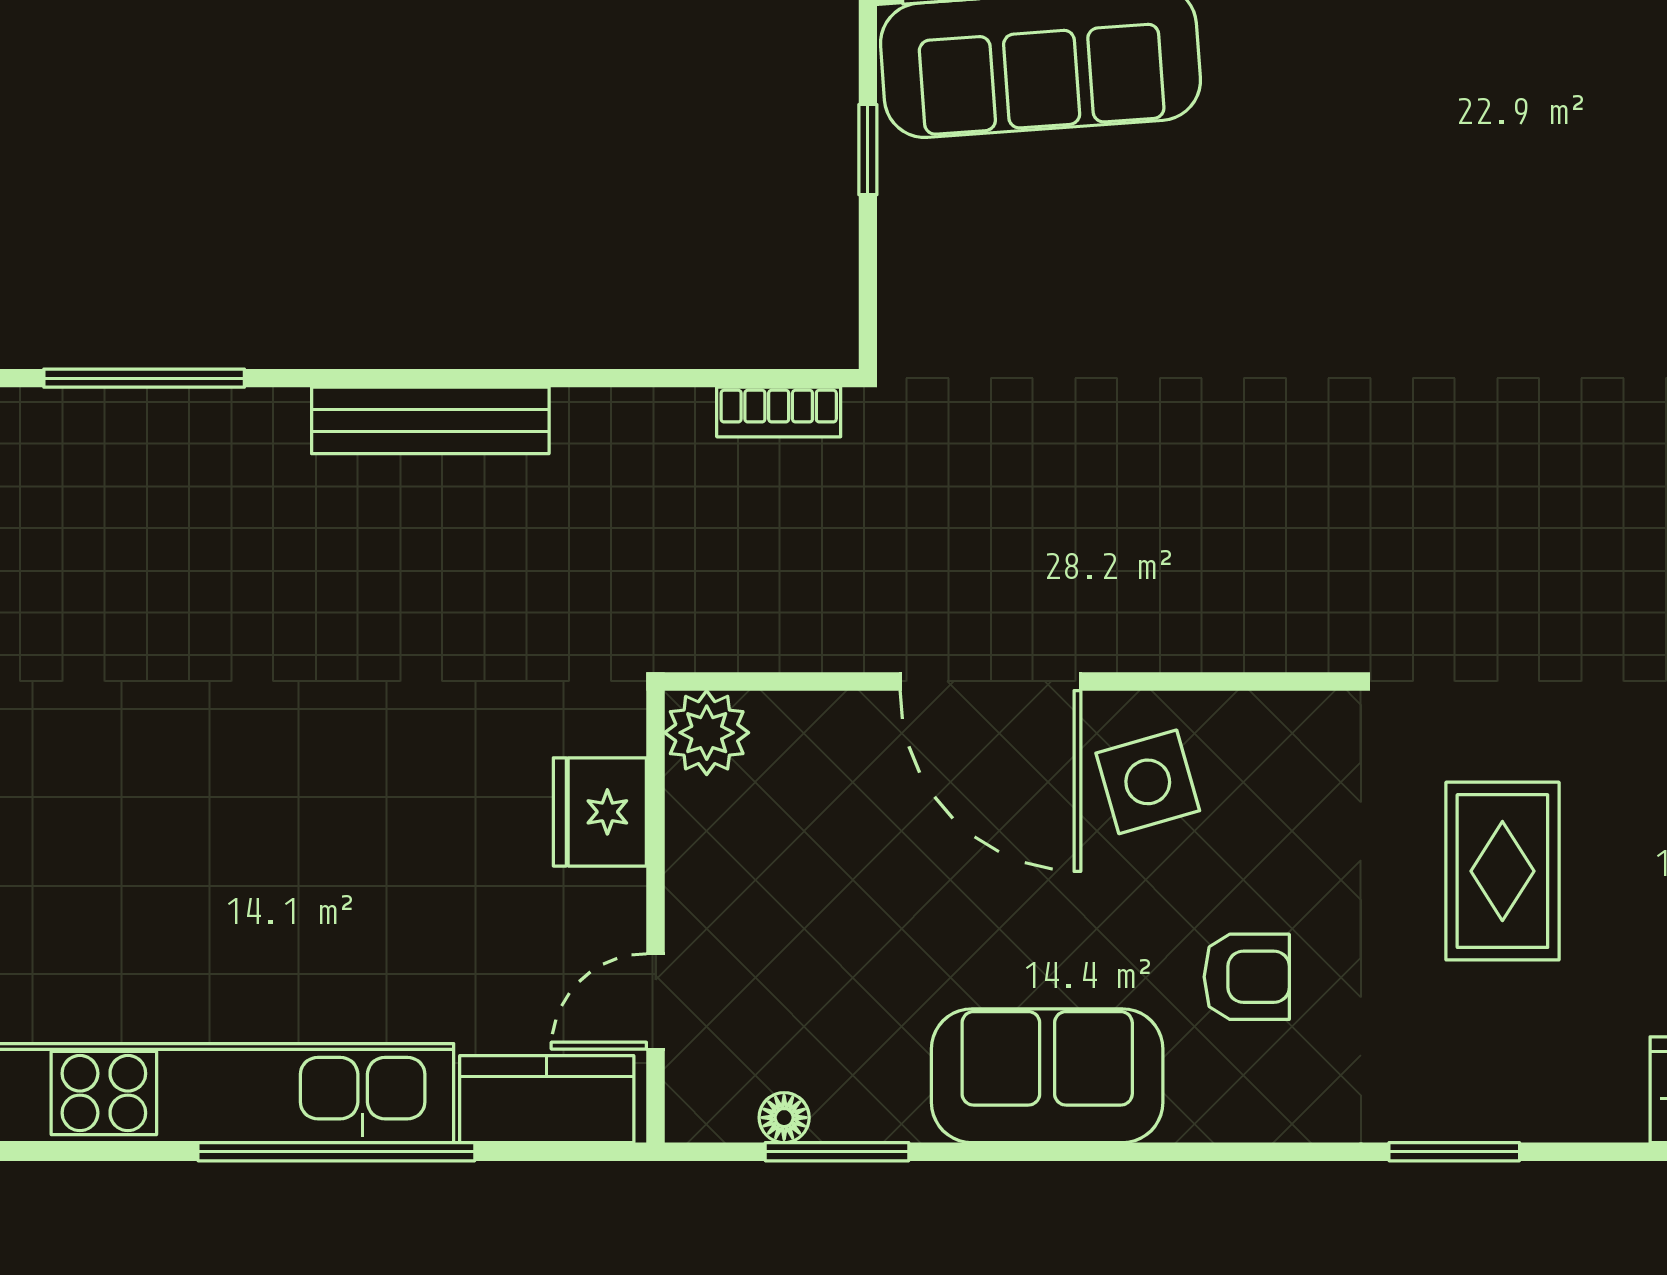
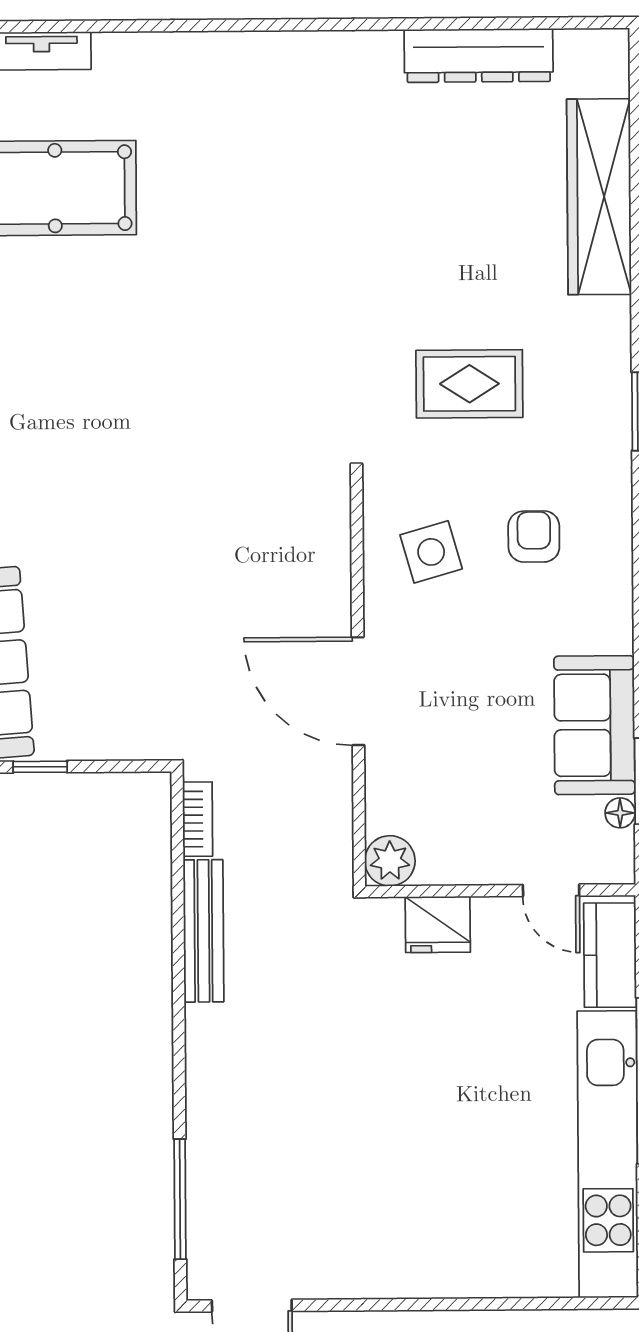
bench: (430, 420) -> (203, 931), moved
door: (990, 681) -> (358, 691), swing flipped
side table: (1148, 782) -> (431, 552), moved
sofa: (1047, 1076) -> (594, 725), moved

